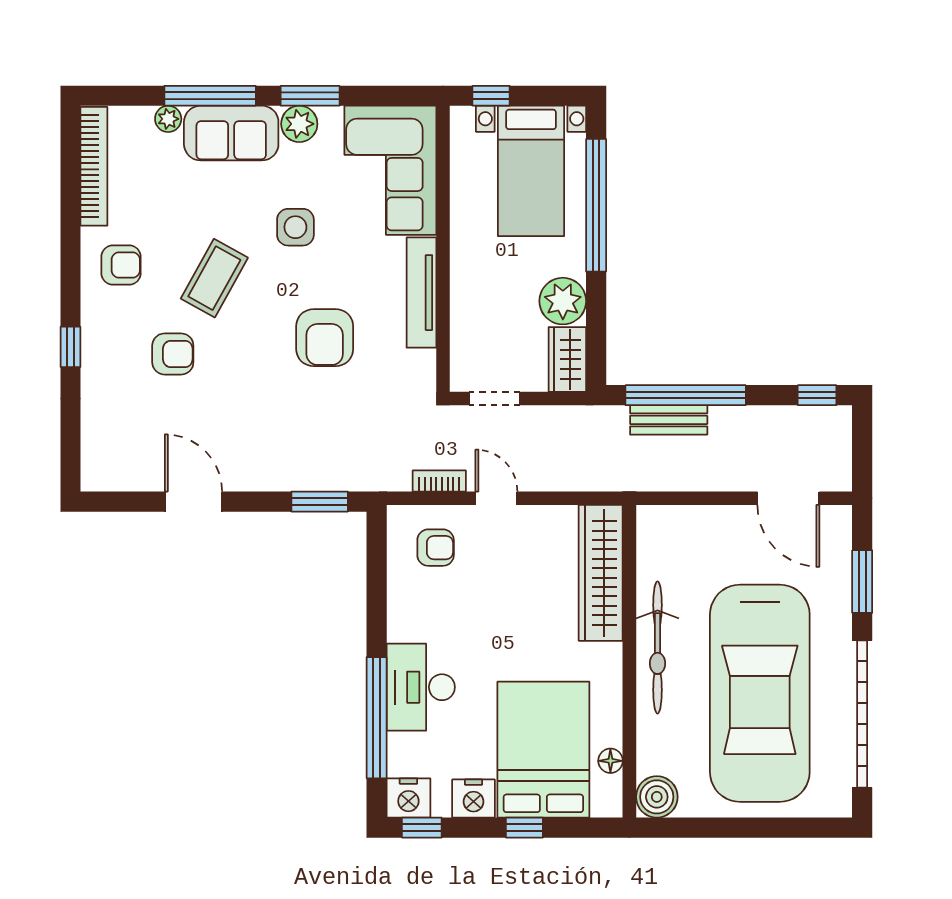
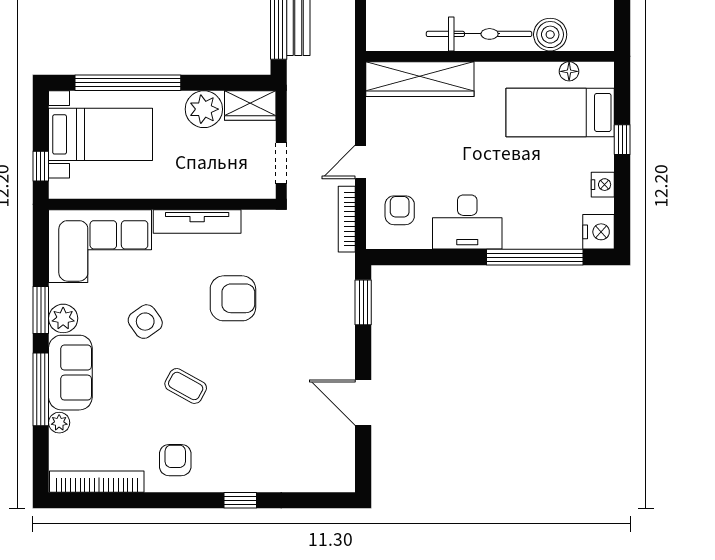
side table: (295, 227) -> (145, 322), turned -35
coffee table: (214, 278) -> (186, 386), width x0.73, depth x0.77
armchair: (173, 354) -> (246, 419), removed
bookcase: (439, 481) -> (347, 219), width x1.56
door: (194, 502) -> (363, 403), hinge flipped
desk: (421, 687) -> (467, 222), moved
bed: (543, 750) -> (560, 112), width x0.67
boiler: (657, 797) -> (550, 35), moved
nightstand: (473, 799) -> (603, 185), width x0.74, depth x0.75
window: (422, 828) -> (622, 221), removed

